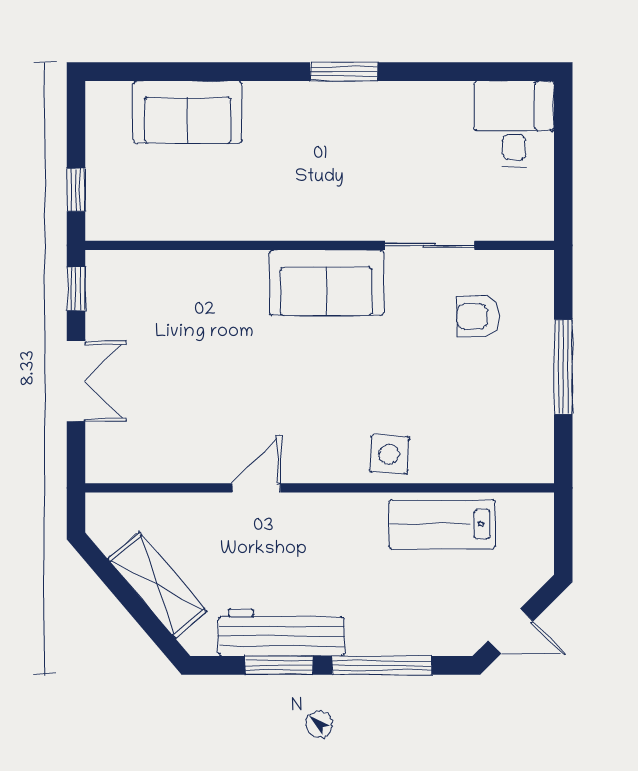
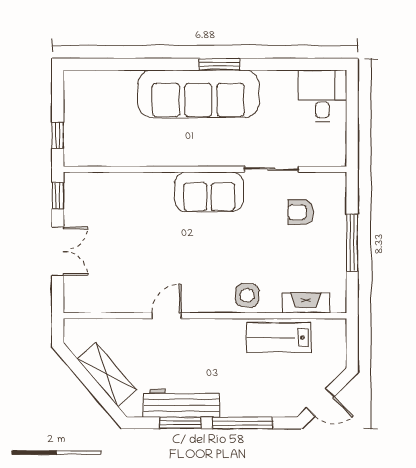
sofa: (188, 112) -> (198, 94), moved, width x1.85, depth x1.27
fireplace: (486, 467) -> (306, 303), added

